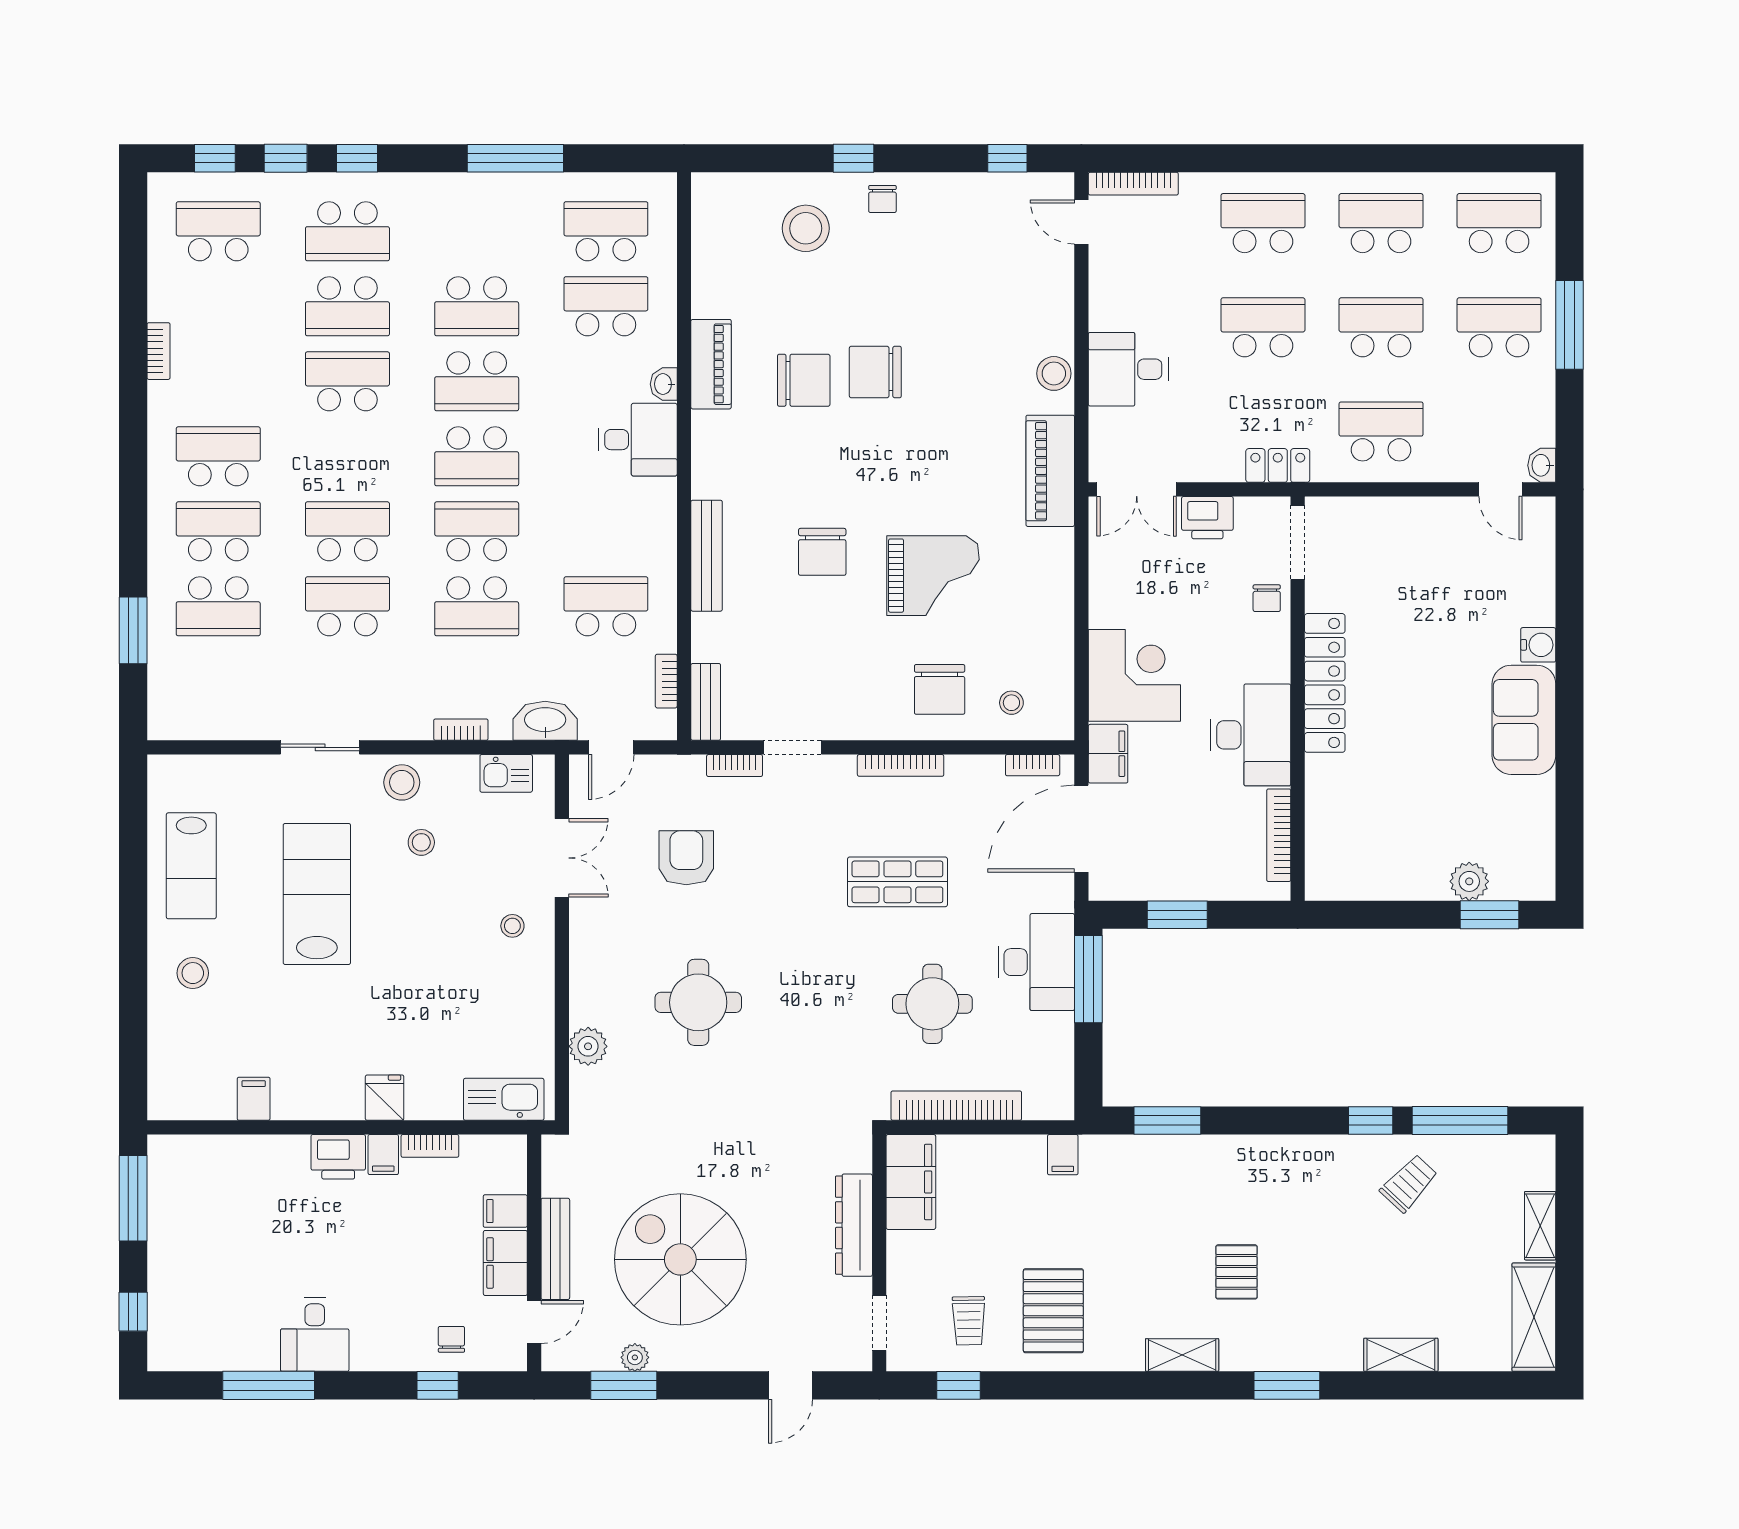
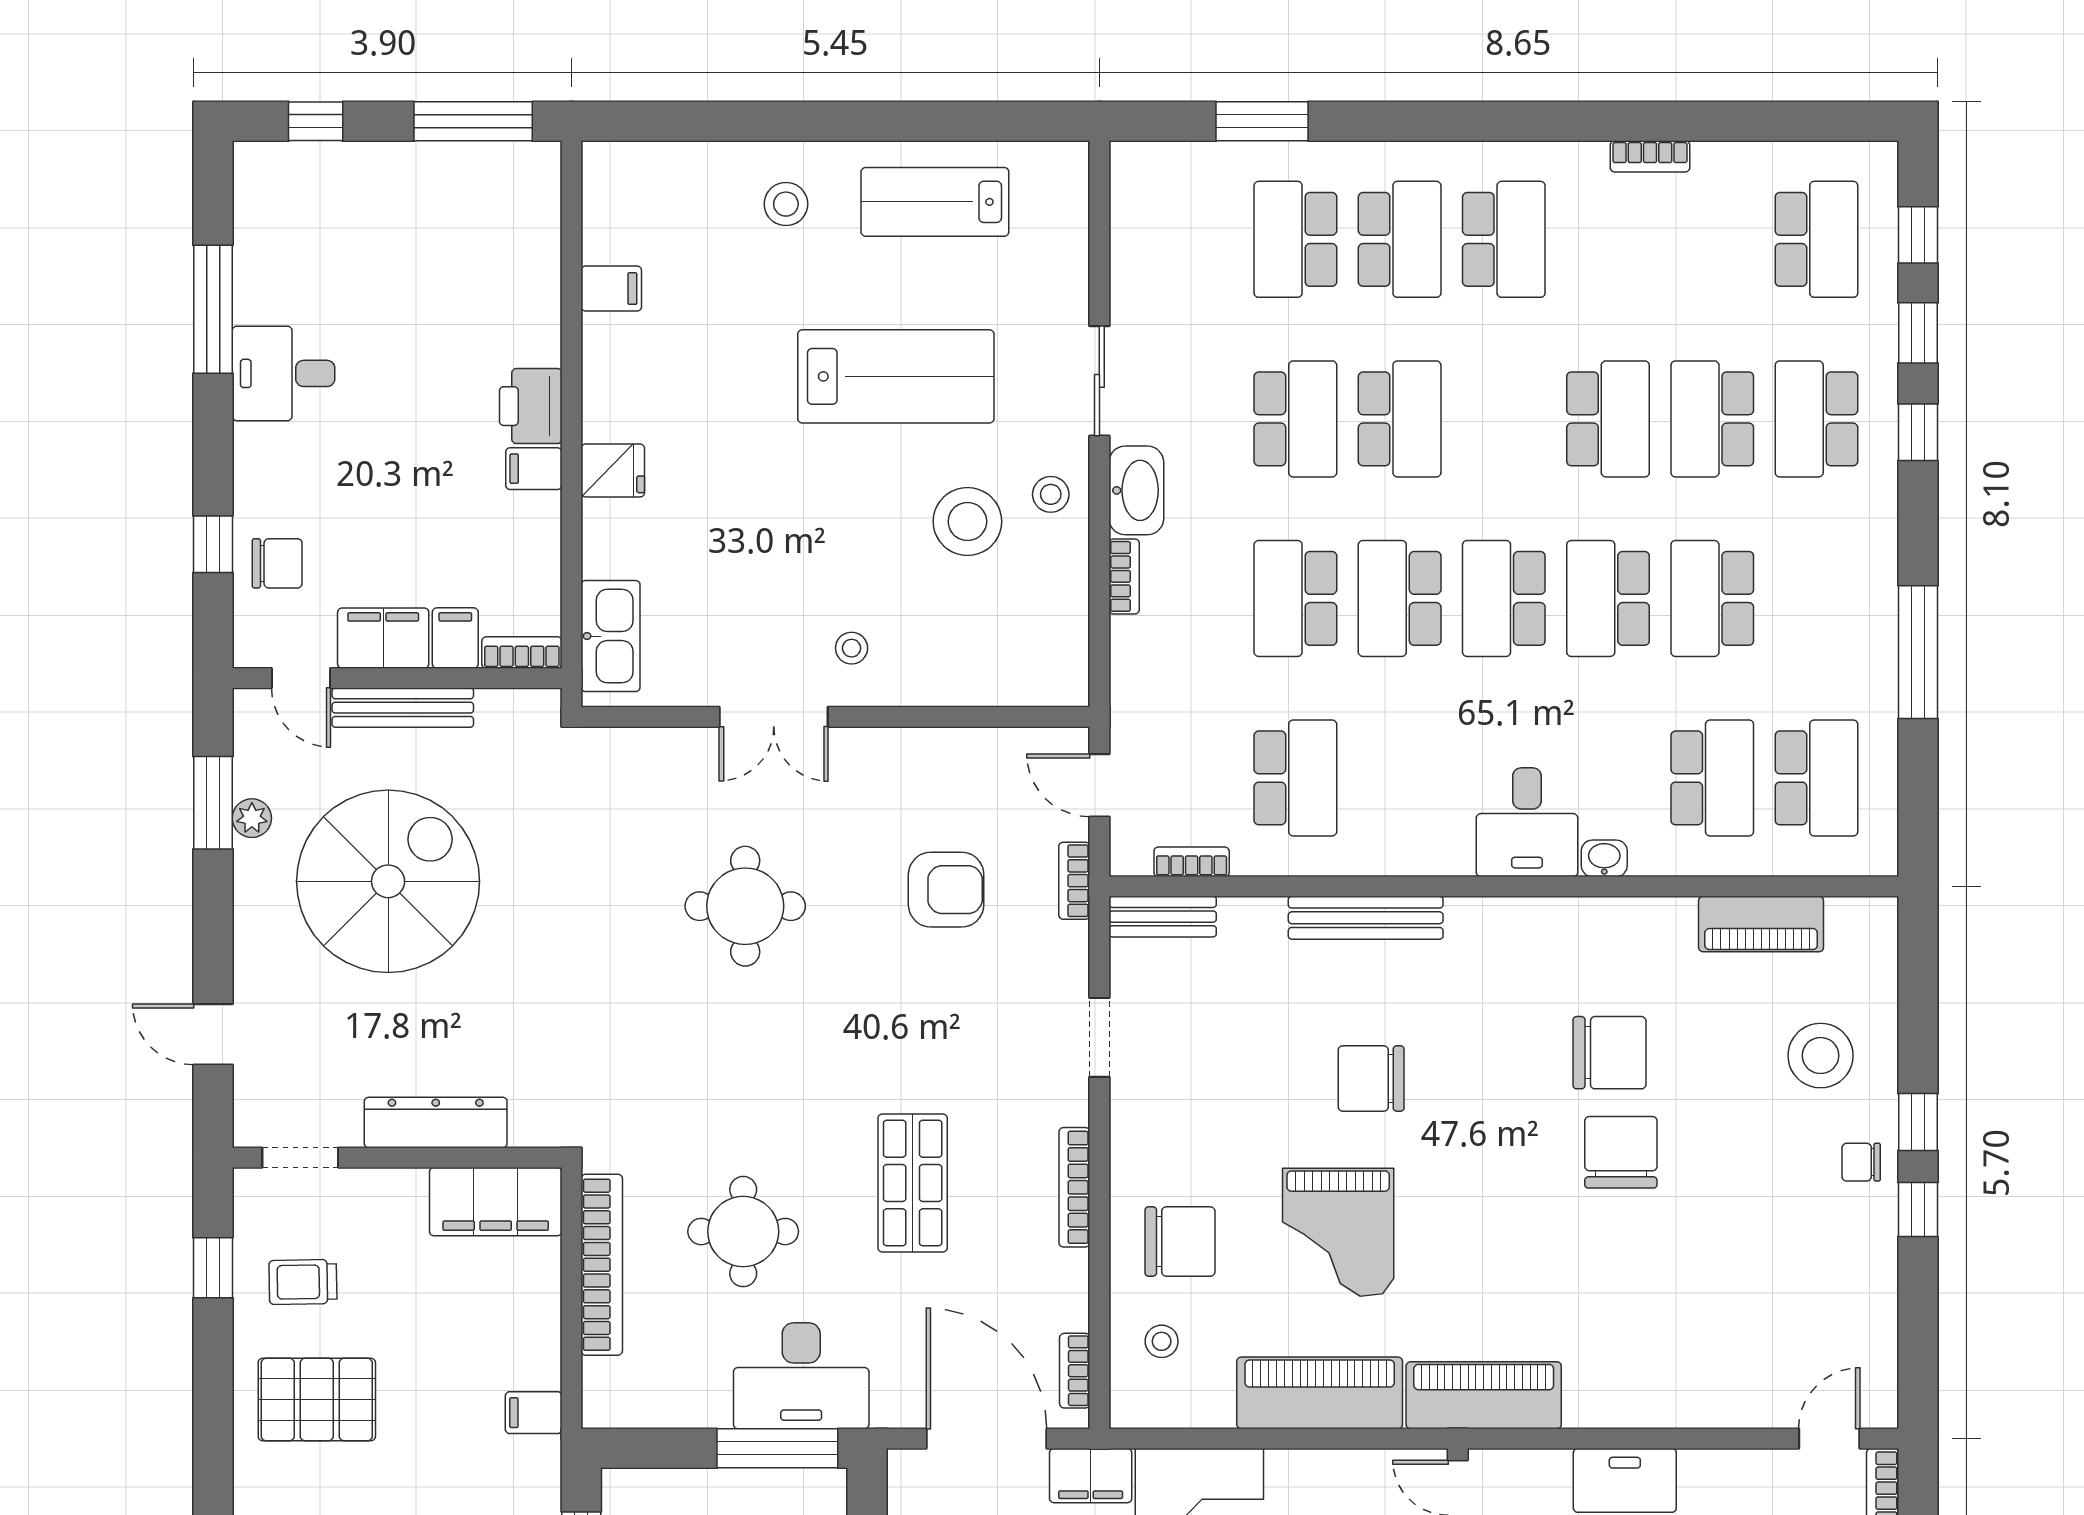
window: (1007, 158) -> (1918, 1210), moved
piano: (711, 364) -> (1761, 924), moved
stool: (1054, 373) -> (1619, 1400), removed
chair: (804, 380) -> (1609, 1053), turned -90
school desk: (477, 531) -> (1400, 598), turned 180
piano: (1049, 589) -> (1320, 1393), added
chair: (940, 689) -> (1180, 1241), turned 180
washbasin: (545, 721) -> (1136, 490), moved
bookcase: (735, 766) -> (1074, 881), moved
kitchen sink: (506, 773) -> (1063, 639), removed
stool: (402, 782) -> (1051, 494), width x0.73, depth x0.73
stool: (421, 842) -> (967, 521), width x1.89, depth x1.89
double door: (562, 858) -> (774, 717), moved
plant: (588, 1046) -> (684, 753), removed
bookcase: (430, 1146) -> (522, 653), moved, turned 90
chair: (451, 1339) -> (277, 563), width x1.37, depth x1.37

